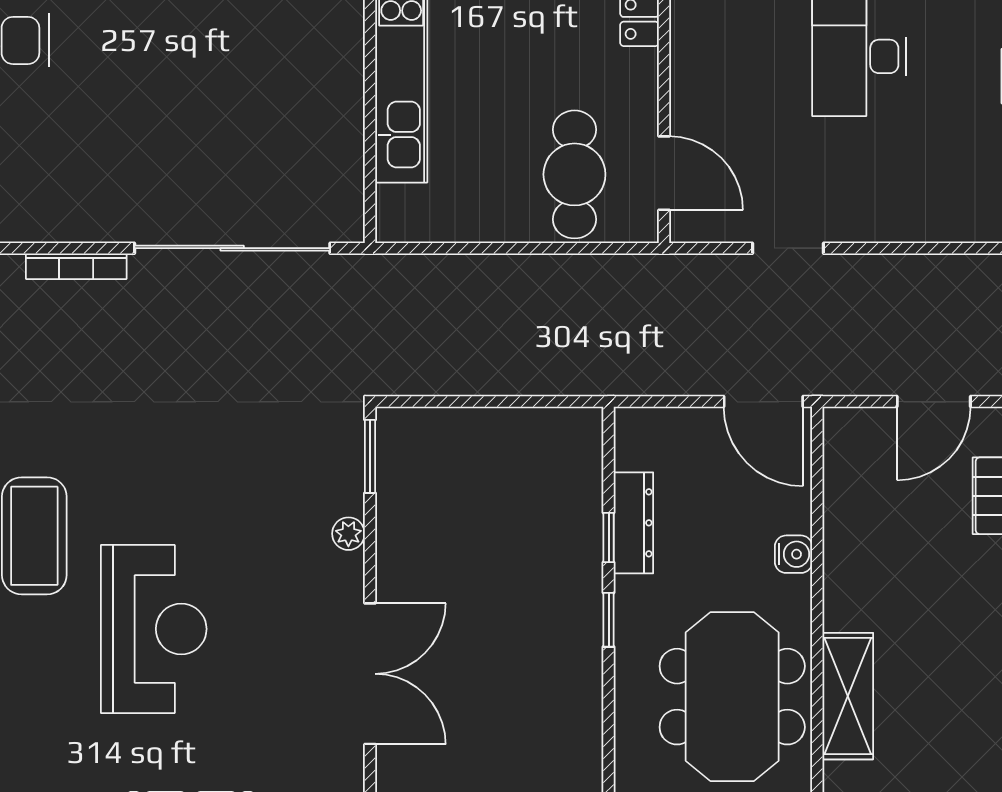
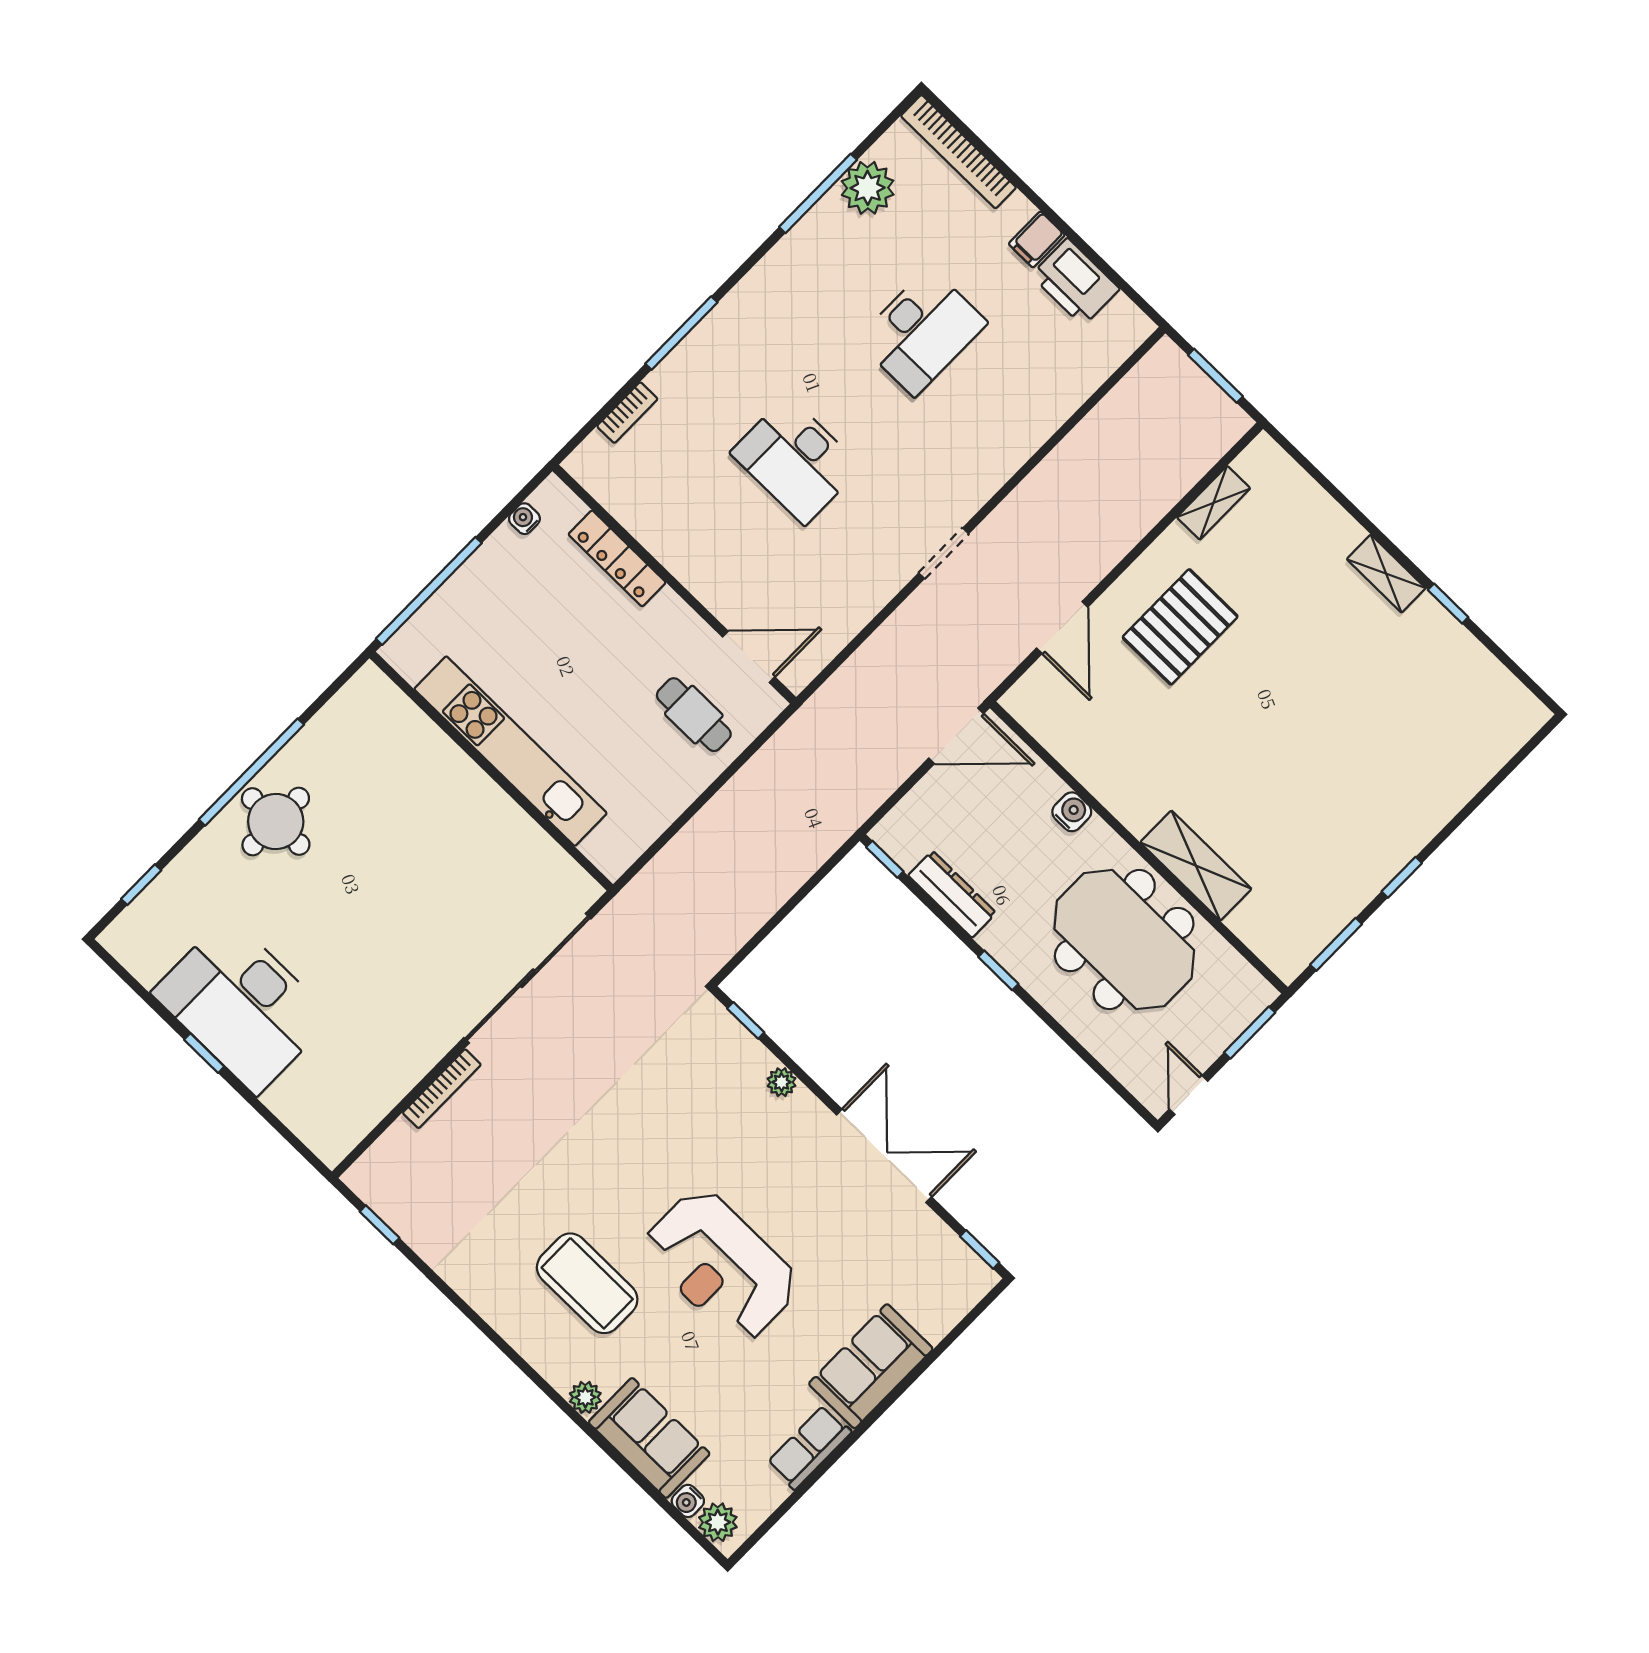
cafe table: (574, 174) -> (694, 715), width x0.73, depth x0.74
doorway: (788, 248) -> (944, 553), moved
window: (370, 456) -> (746, 1020), width x0.67
window: (609, 538) -> (885, 859), moved
reception desk: (154, 629) -> (721, 1265), turned 180

